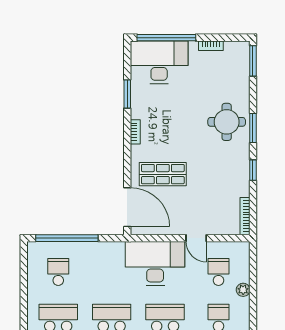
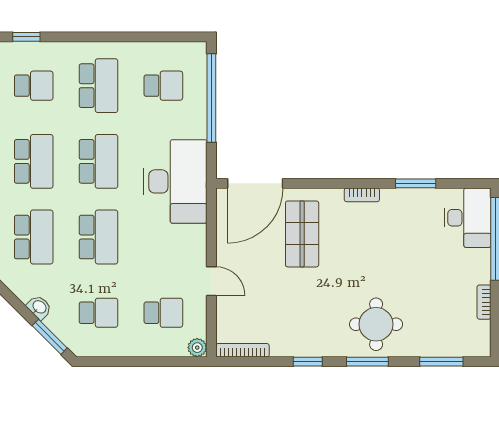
window: (253, 61) -> (441, 362), moved
desk: (159, 62) -> (468, 218), width x0.73, depth x0.77
door: (196, 238) -> (211, 281), swing flipped
desk: (155, 264) -> (175, 181), moved
plant: (243, 290) -> (197, 348), moved

